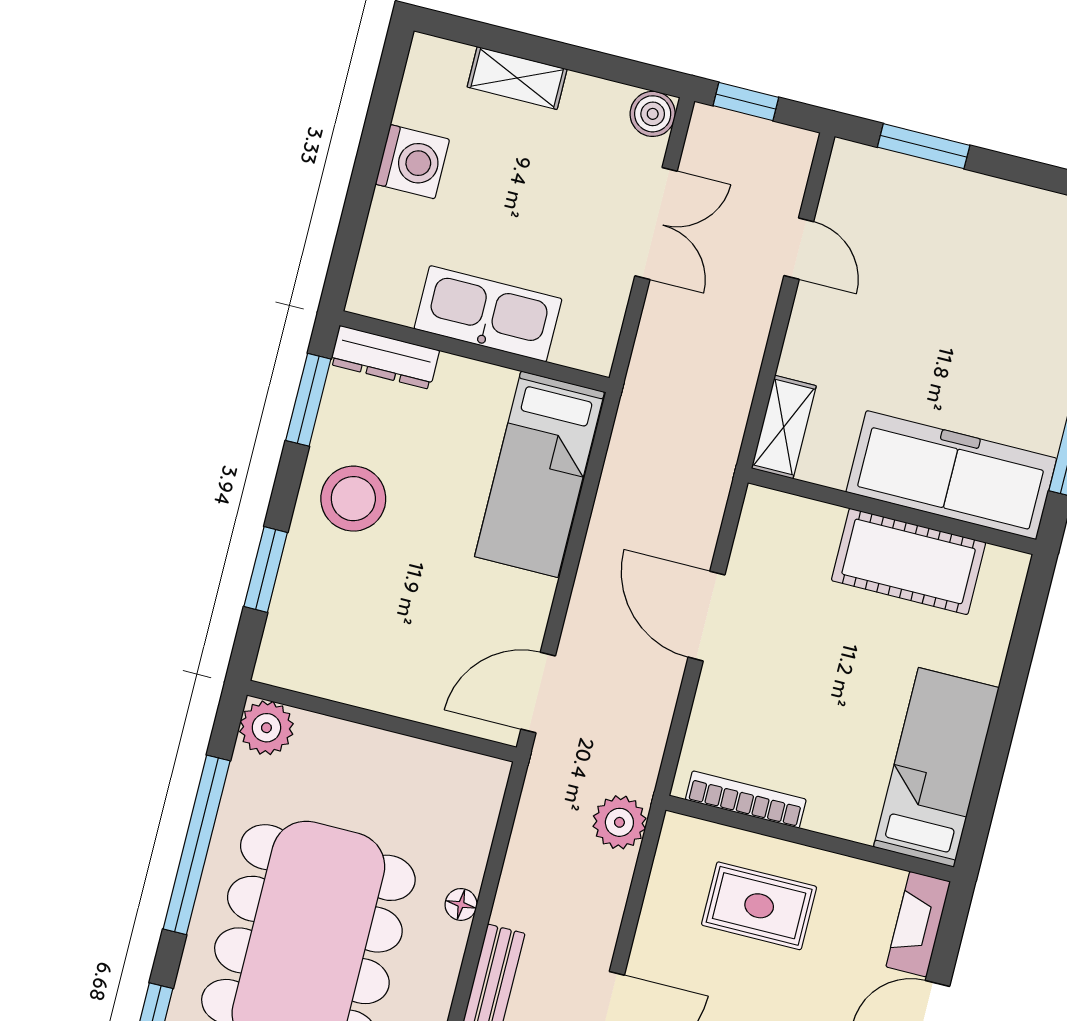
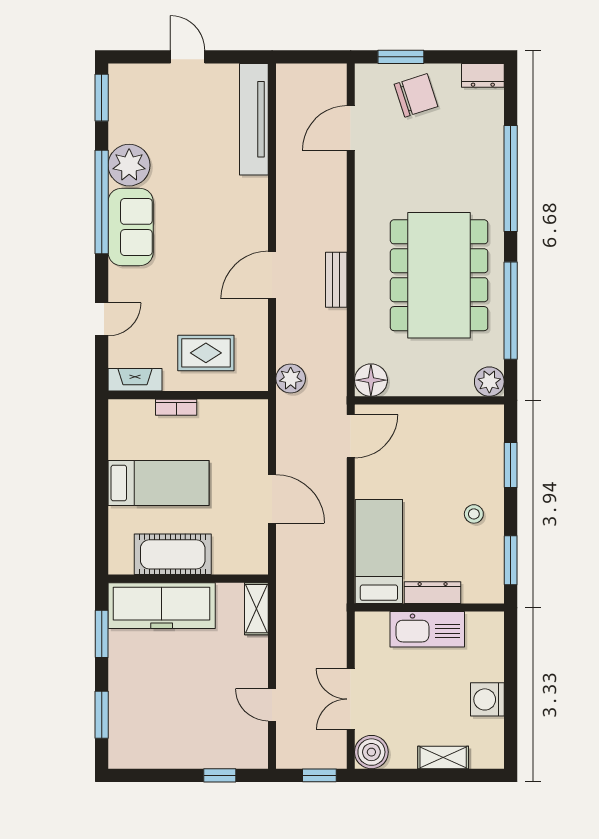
boiler: (653, 114) -> (371, 752), width x1.36, depth x1.36
window: (924, 146) -> (220, 775), width x0.67
dresser: (385, 357) -> (433, 593), moved
stool: (353, 499) -> (474, 514), width x0.53, depth x0.53
bed: (936, 767) -> (159, 483), moved, turned -90
bookcase: (746, 800) -> (176, 407), moved, width x0.64
floor lamp: (461, 904) -> (371, 380), moved, width x1.89, depth x1.89
fireplace: (918, 924) -> (135, 380), moved, turned -90

